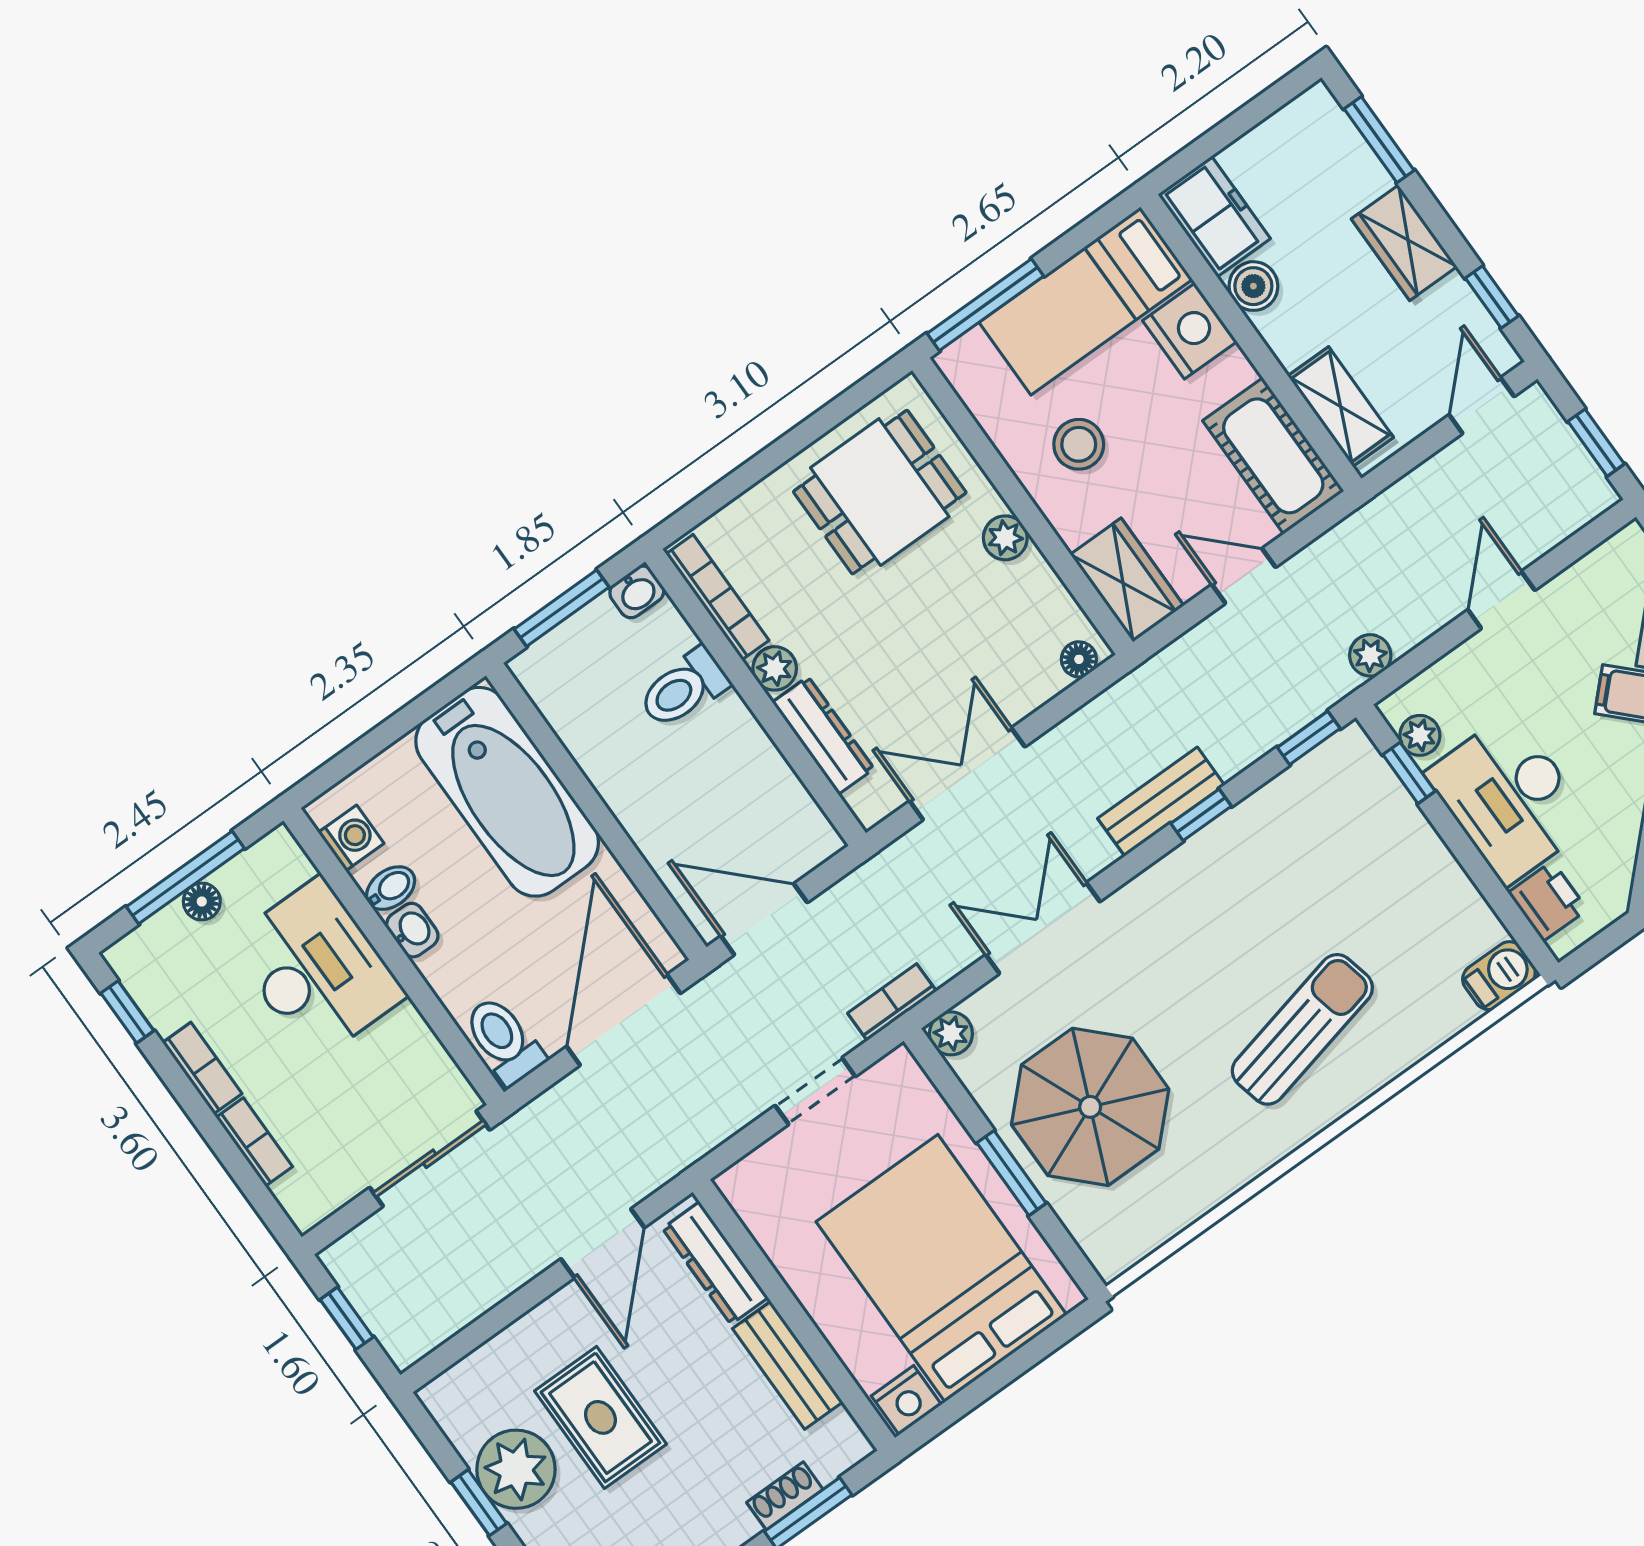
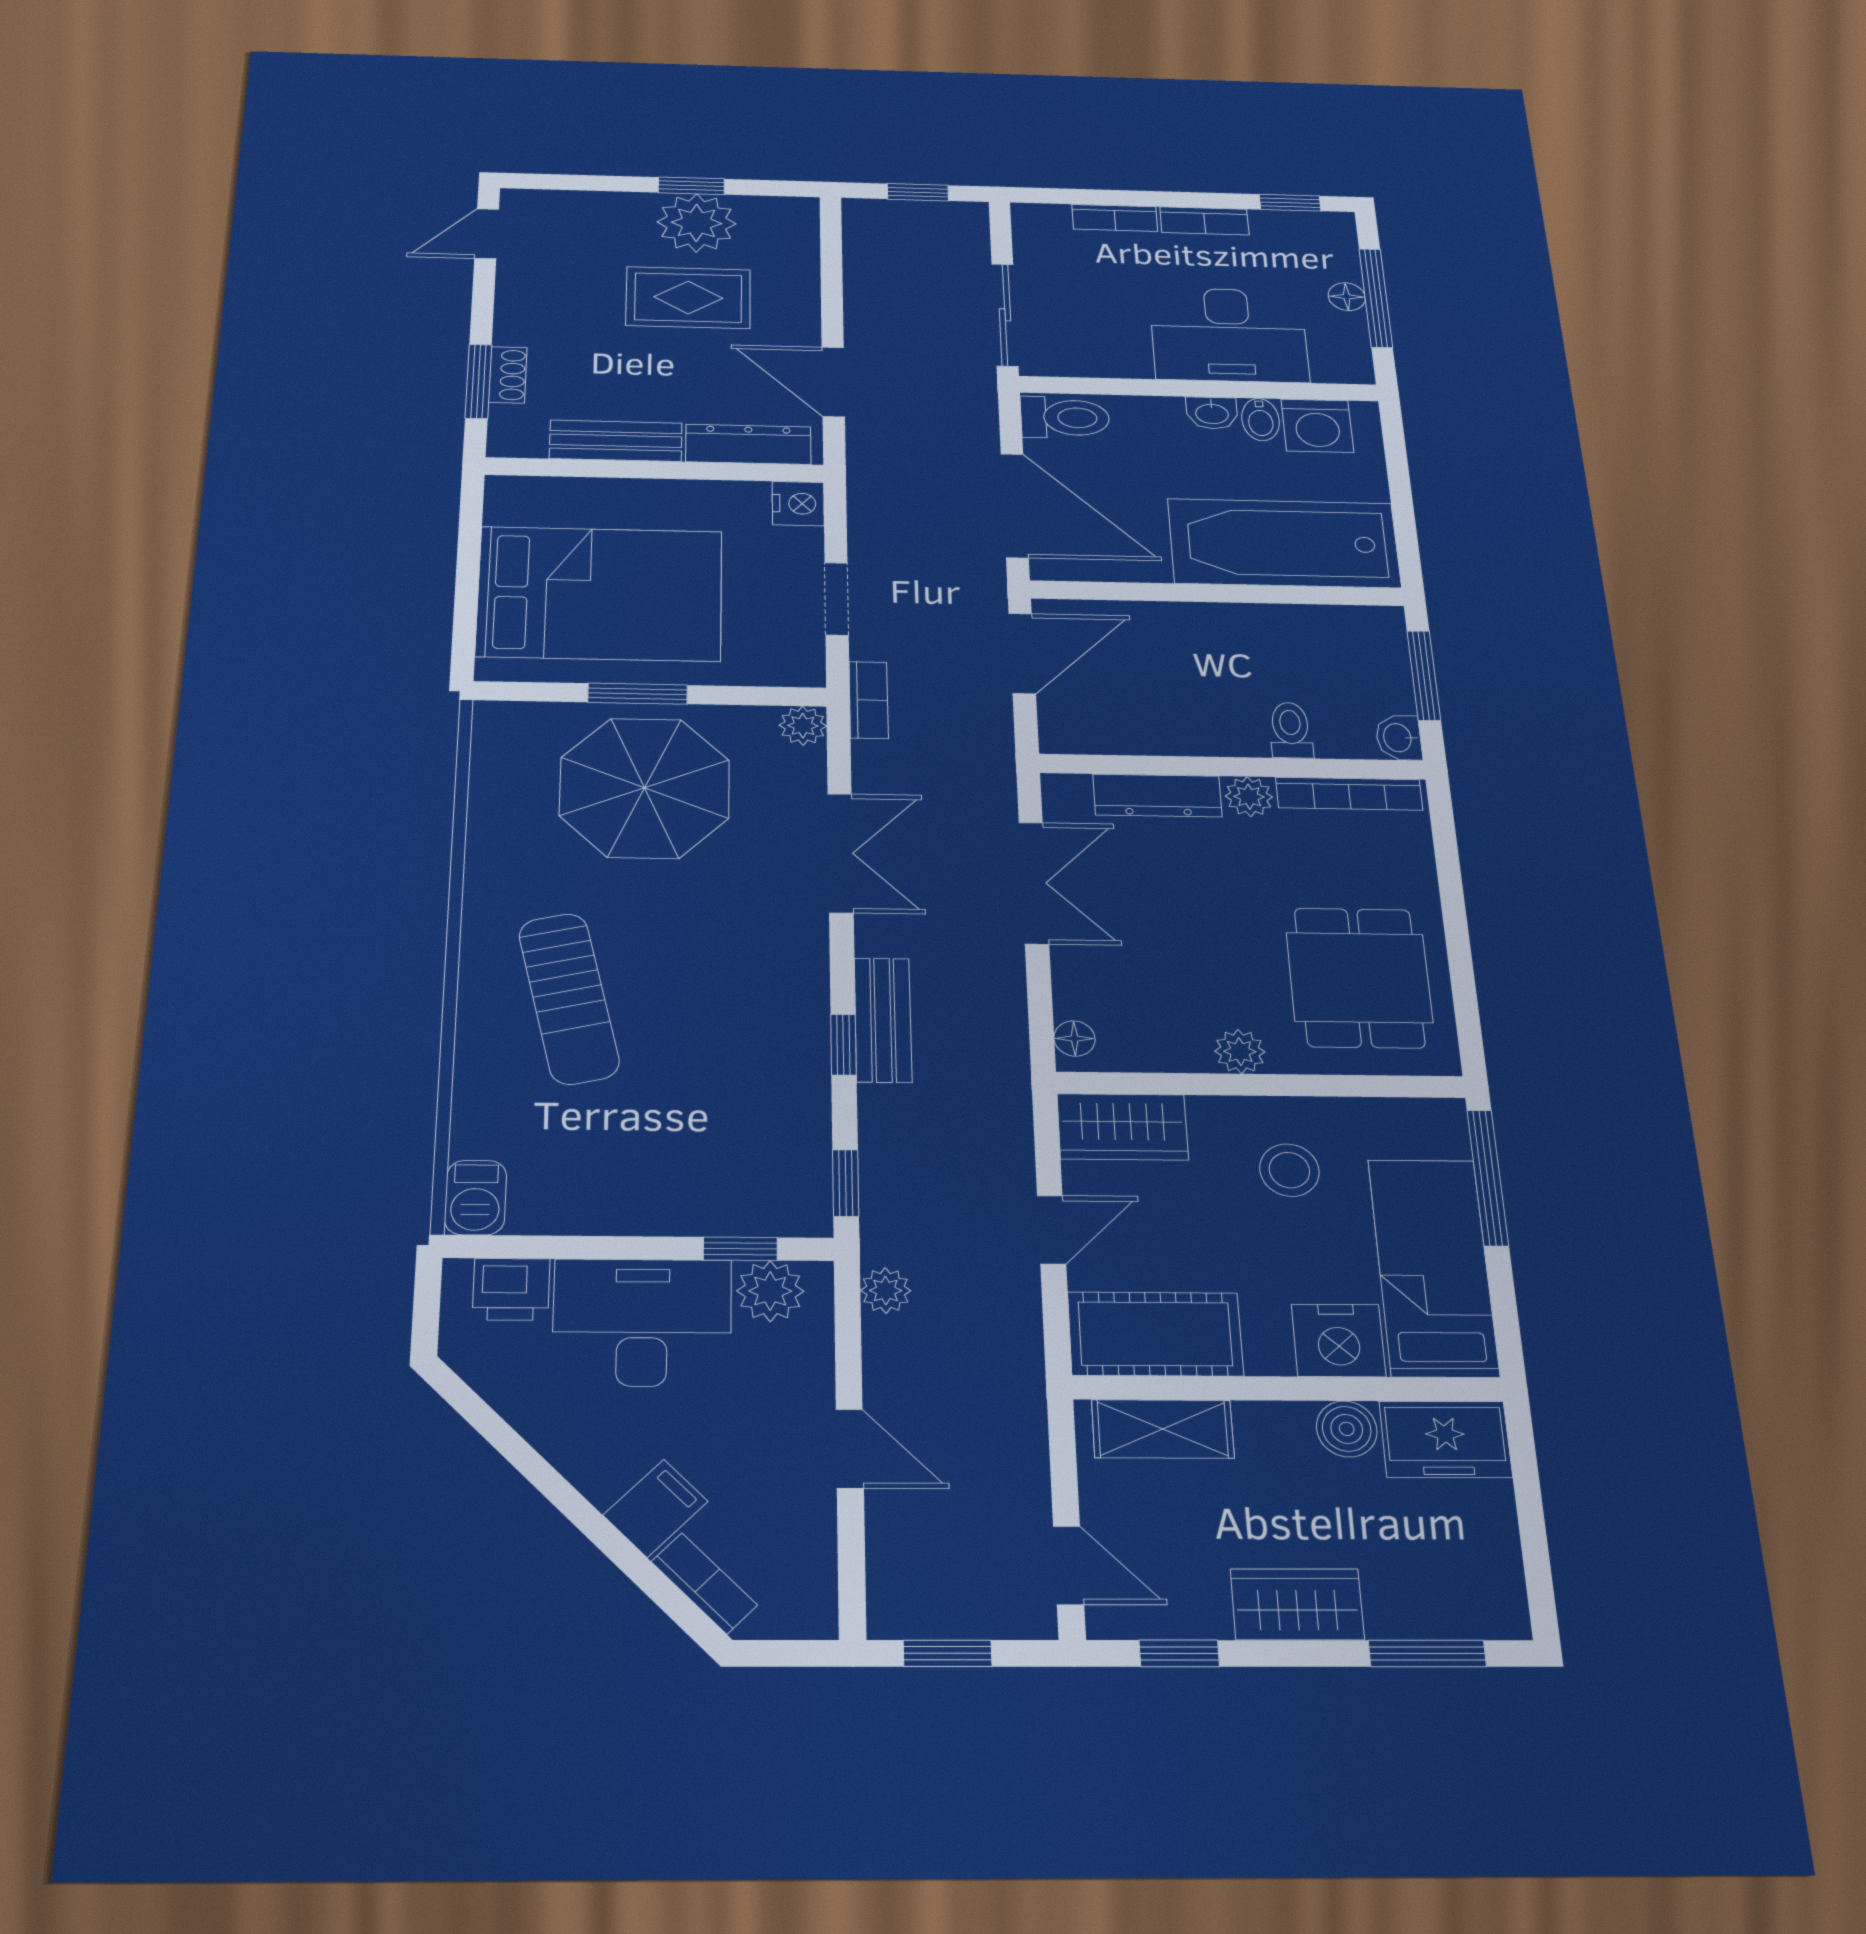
toilet: (684, 688) -> (1291, 730), width x0.73, depth x0.72
plant: (1420, 735) -> (770, 1291), width x1.38, depth x1.38
washing machine: (351, 838) -> (1317, 426), width x1.38, depth x1.38
nightstand: (906, 1400) -> (798, 504), moved, turned 180

